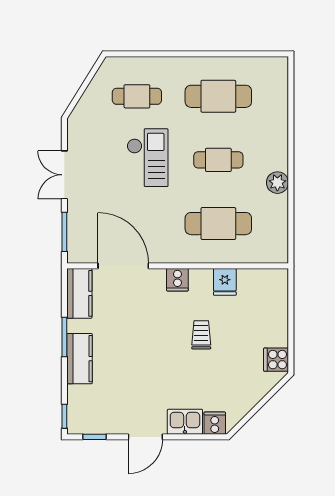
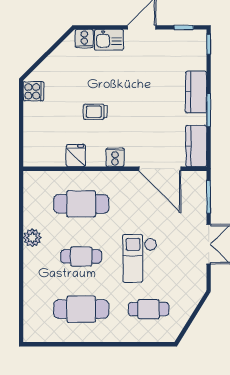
trolley: (201, 335) -> (95, 112), turned 90

